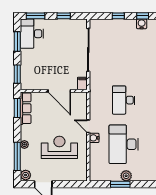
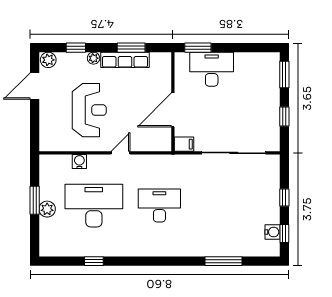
desk: (32, 34) -> (212, 69), moved
window: (17, 41) -> (246, 48), removed
window: (17, 108) -> (131, 48), moved
row of seats: (26, 108) -> (125, 60), moved
water cooler: (94, 138) -> (79, 161), moved
window: (17, 156) -> (76, 48), width x0.46

